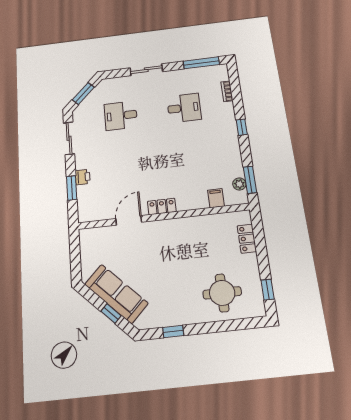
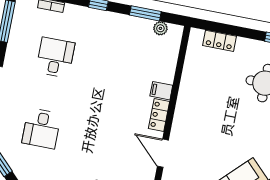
window: (250, 180) -> (145, 13), moved
filing cabinet: (216, 198) -> (161, 91), moved

